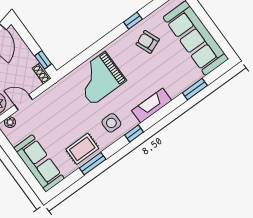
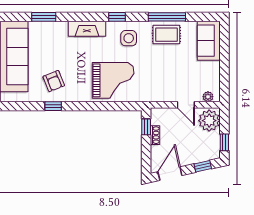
shoe rack: (42, 73) -> (155, 135), moved
sofa: (39, 163) -> (209, 41), width x0.73
window: (93, 164) -> (167, 17), width x1.44

